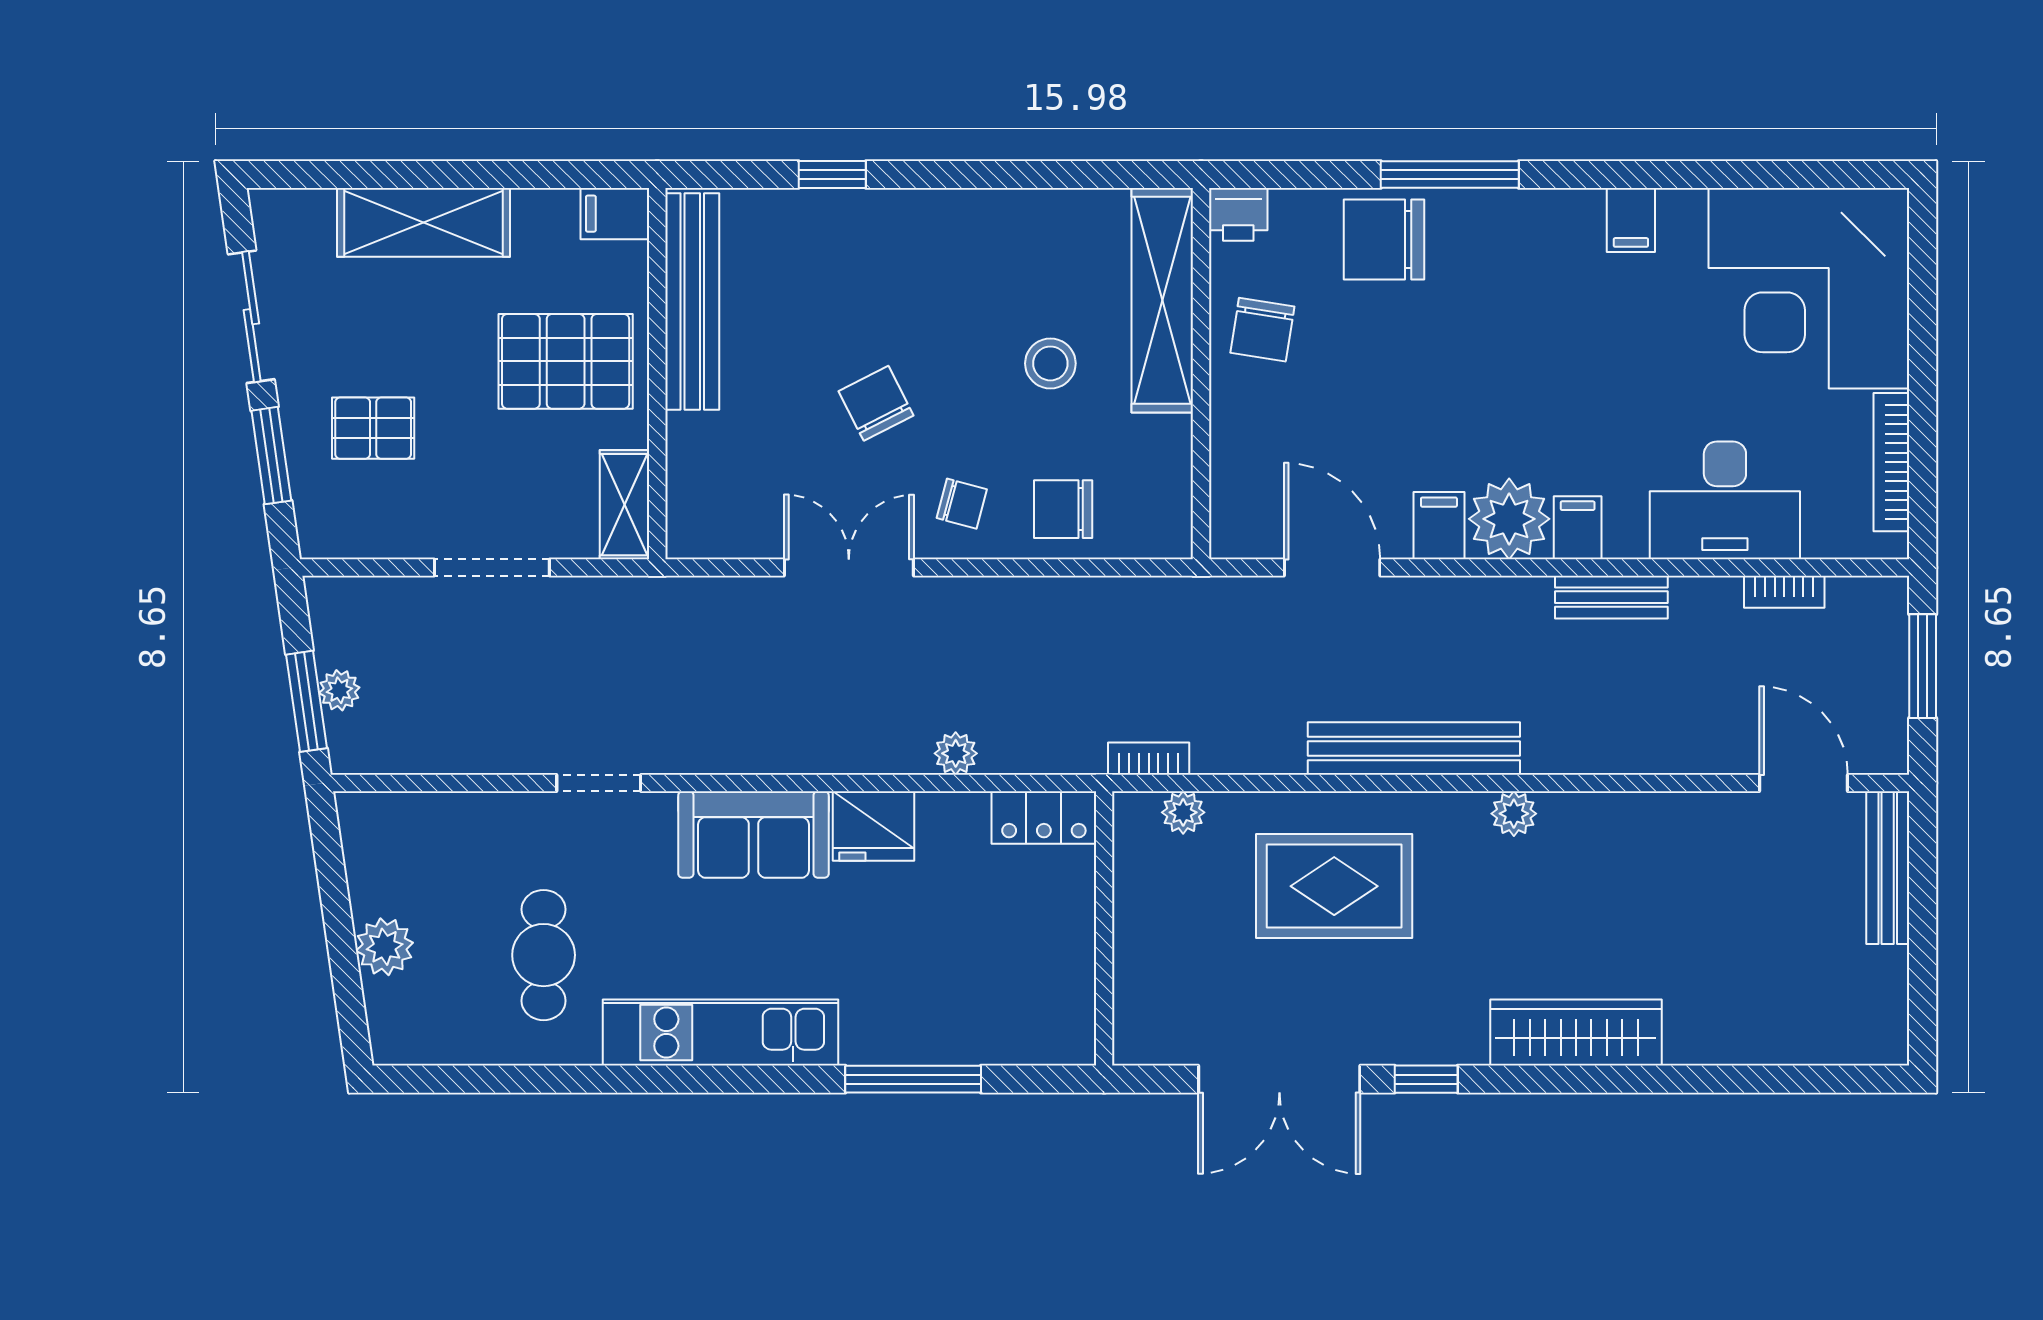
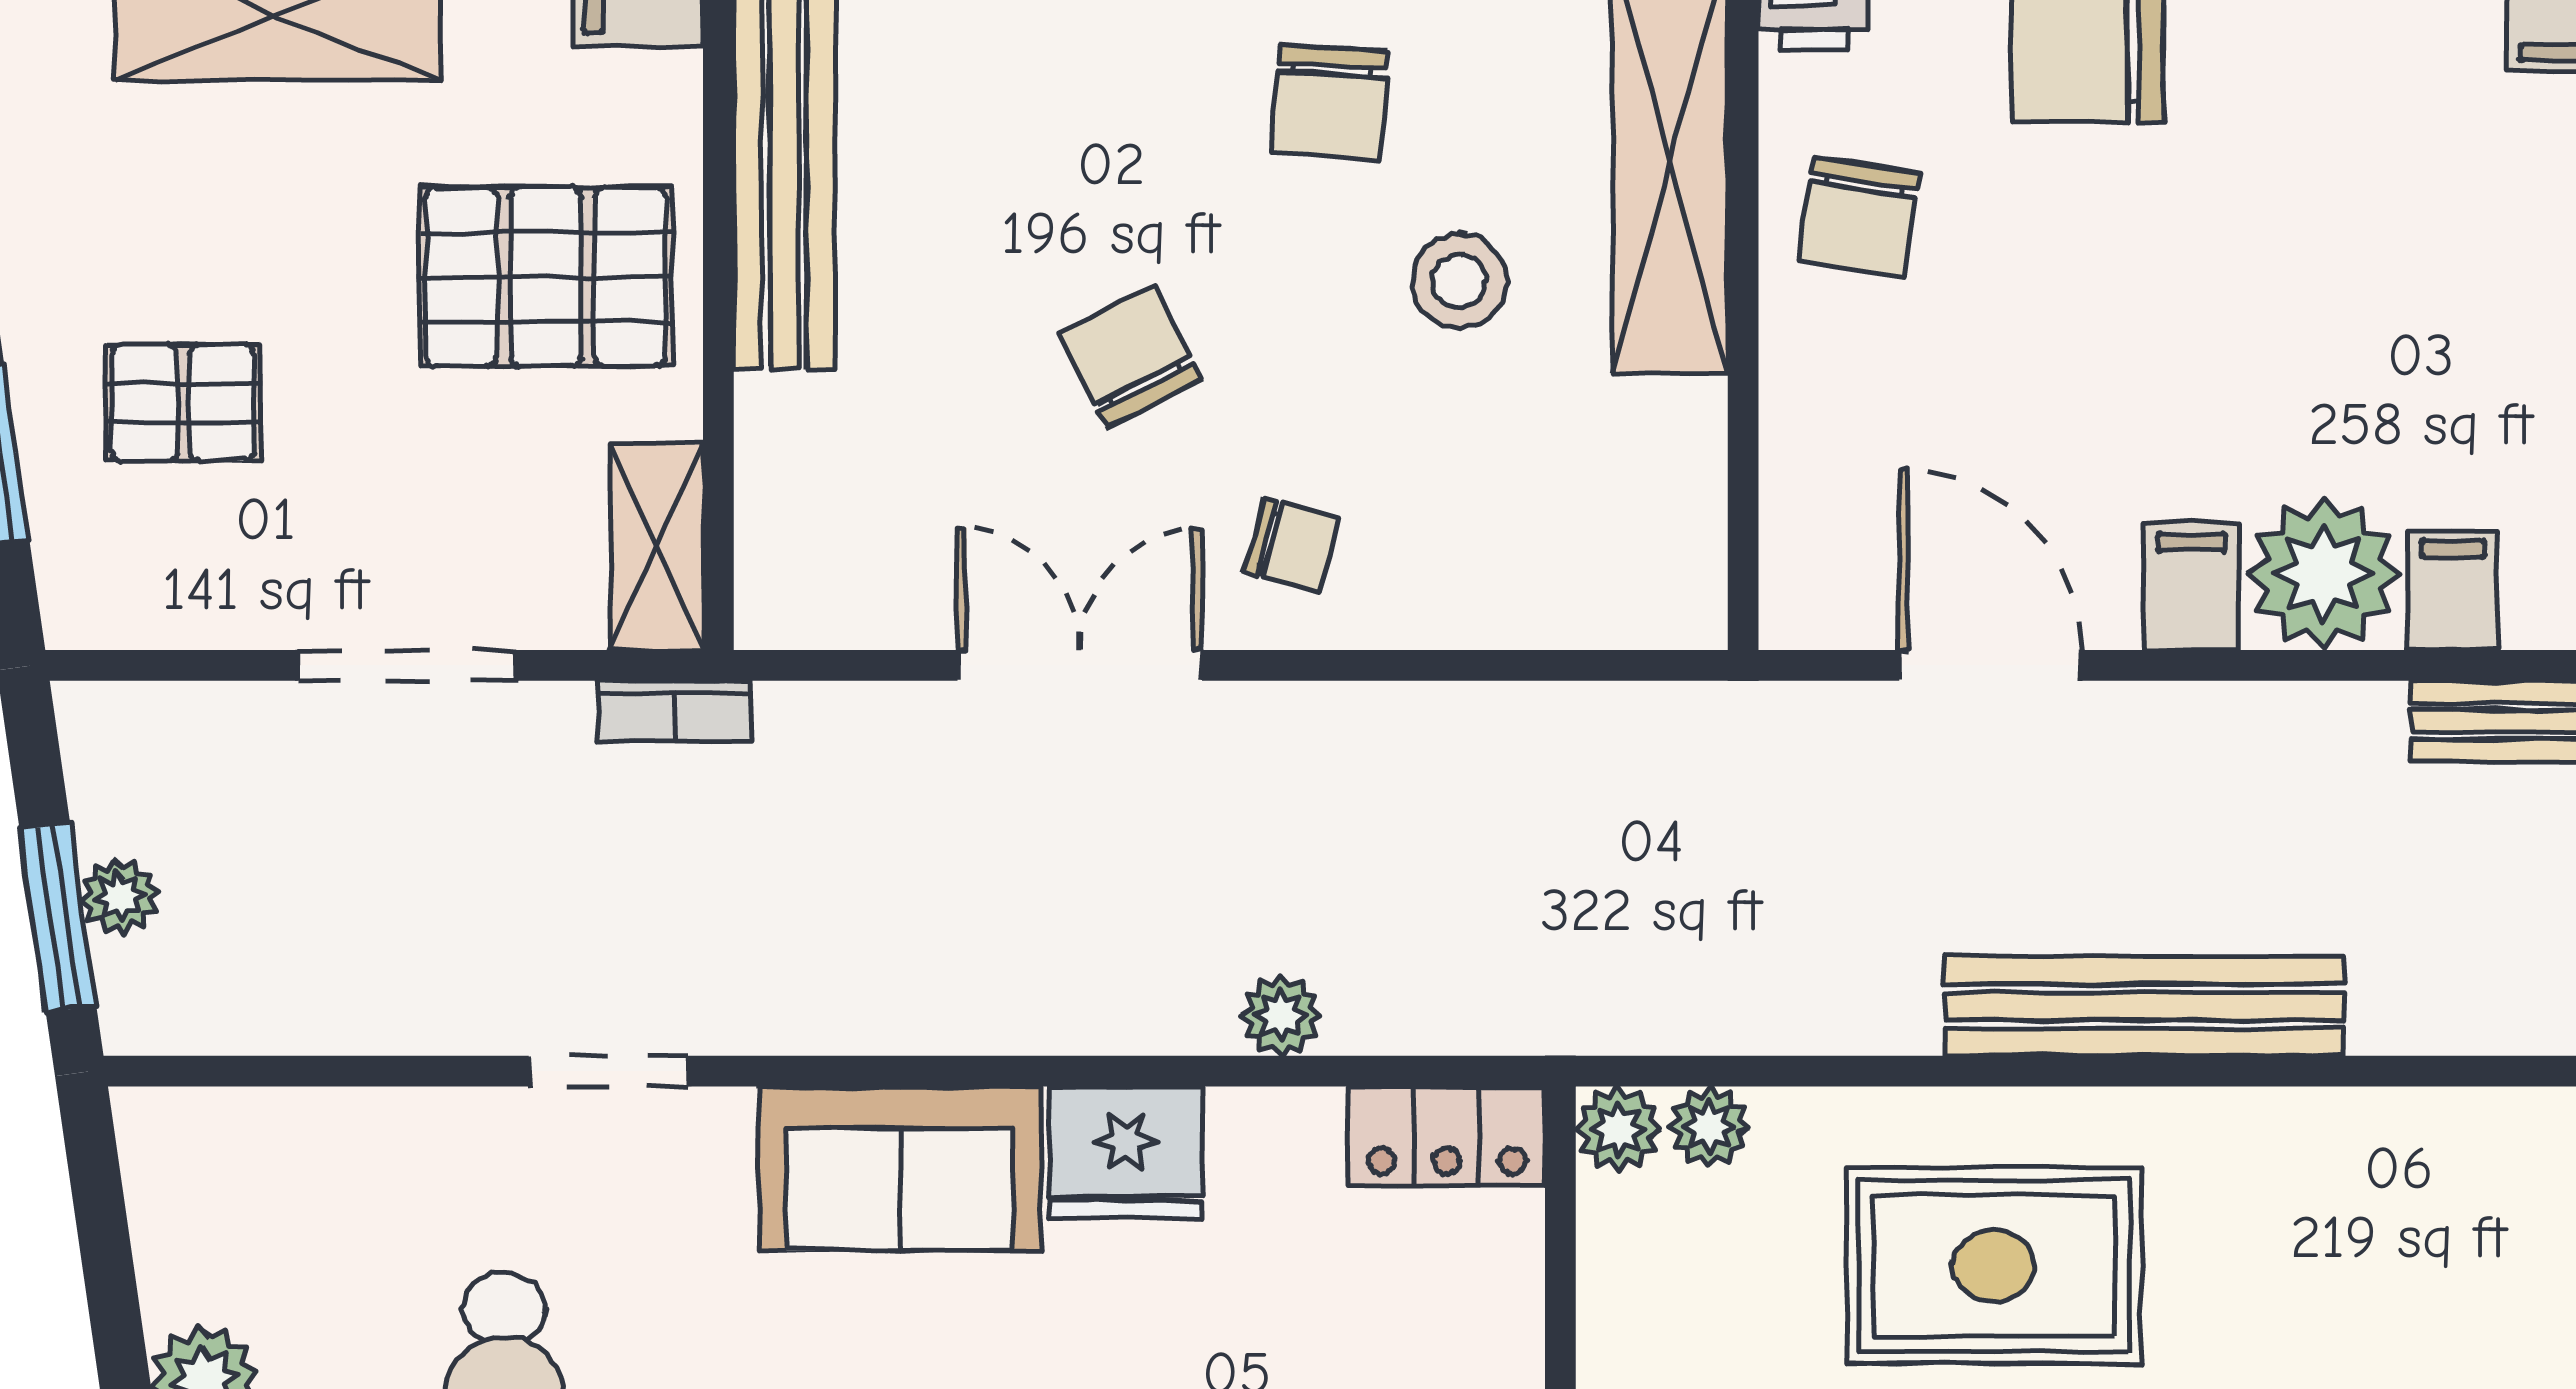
chair: (1063, 509) -> (1330, 102), moved, turned -86
bookcase: (1149, 759) -> (674, 711), moved, turned 180
plant: (1514, 814) -> (1618, 1129), moved

